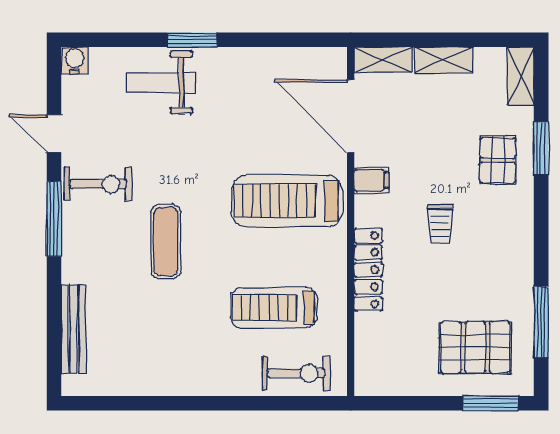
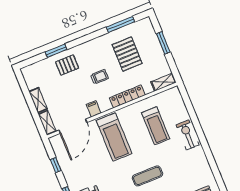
window: (277, 40) -> (56, 165), added
shelving: (521, 76) -> (164, 82), moved
pallet: (475, 347) -> (127, 54), moved
exercise bike: (296, 373) -> (188, 135), moved
window: (491, 403) -> (163, 43), moved

